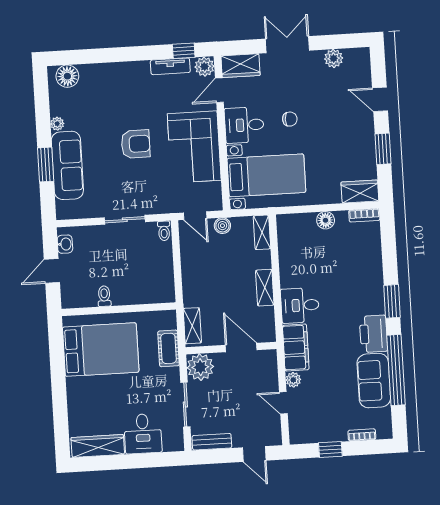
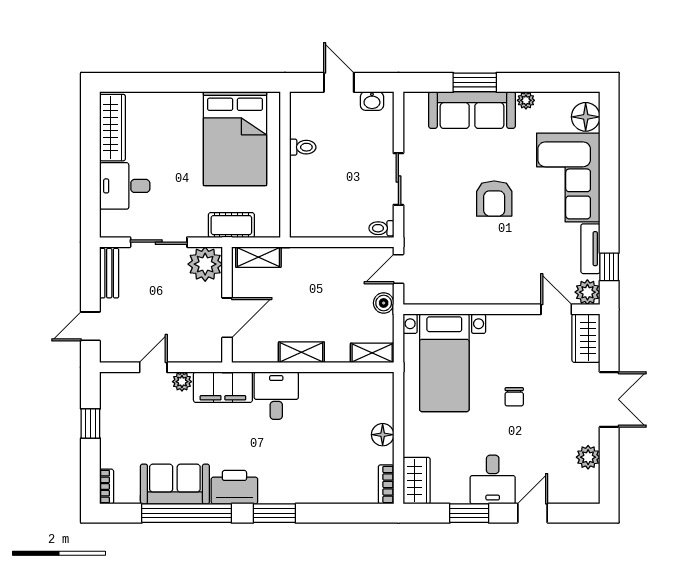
desk: (244, 125) -> (493, 480), moved, turned 180
corner sofa: (194, 147) -> (568, 177), moved, turned -90
bookcase: (362, 435) -> (107, 487), moved

